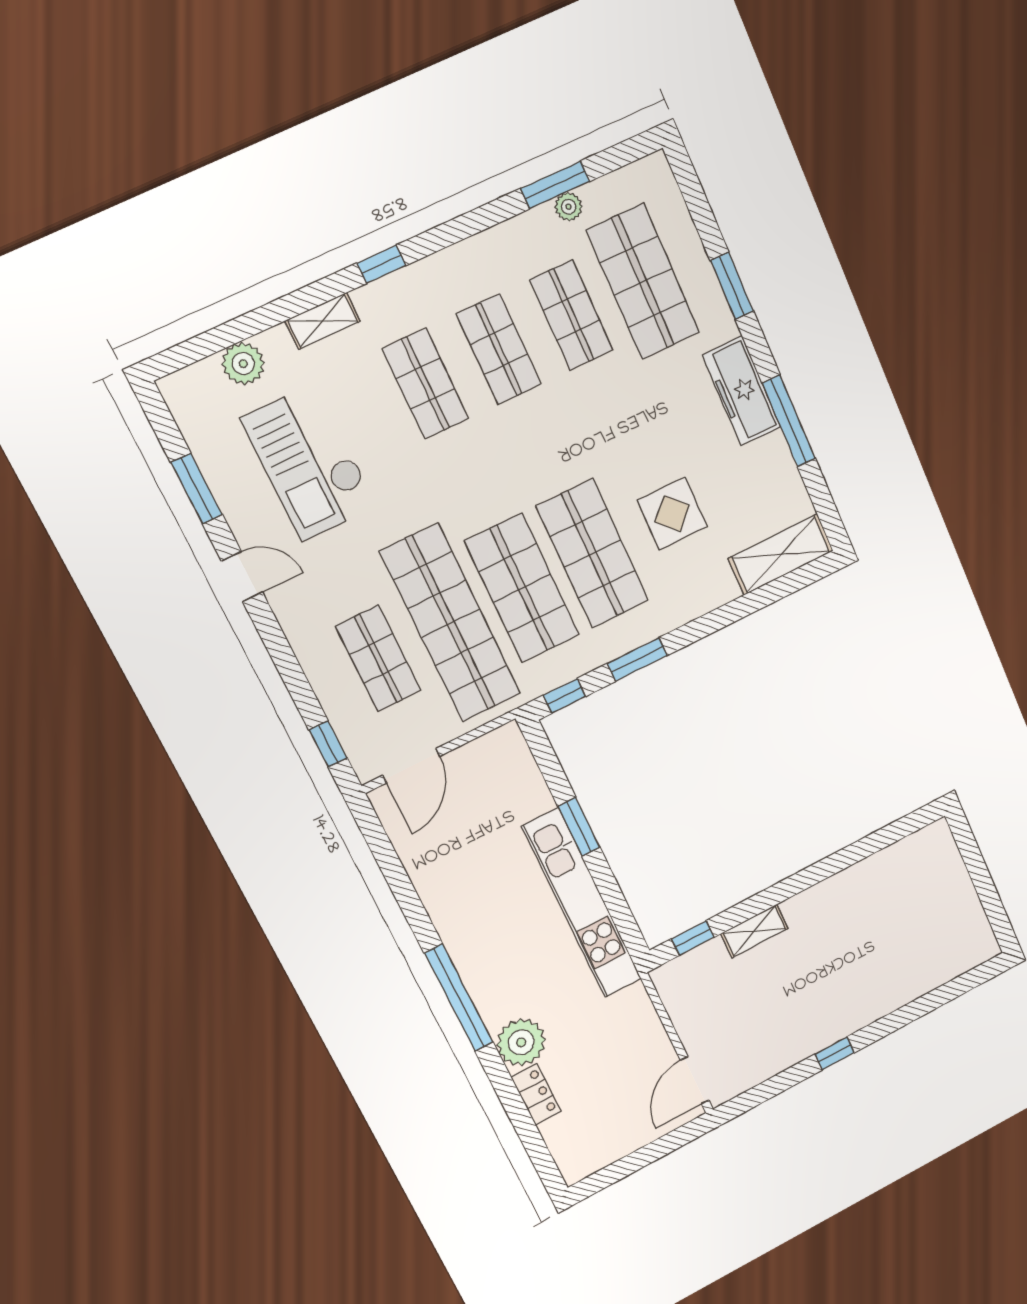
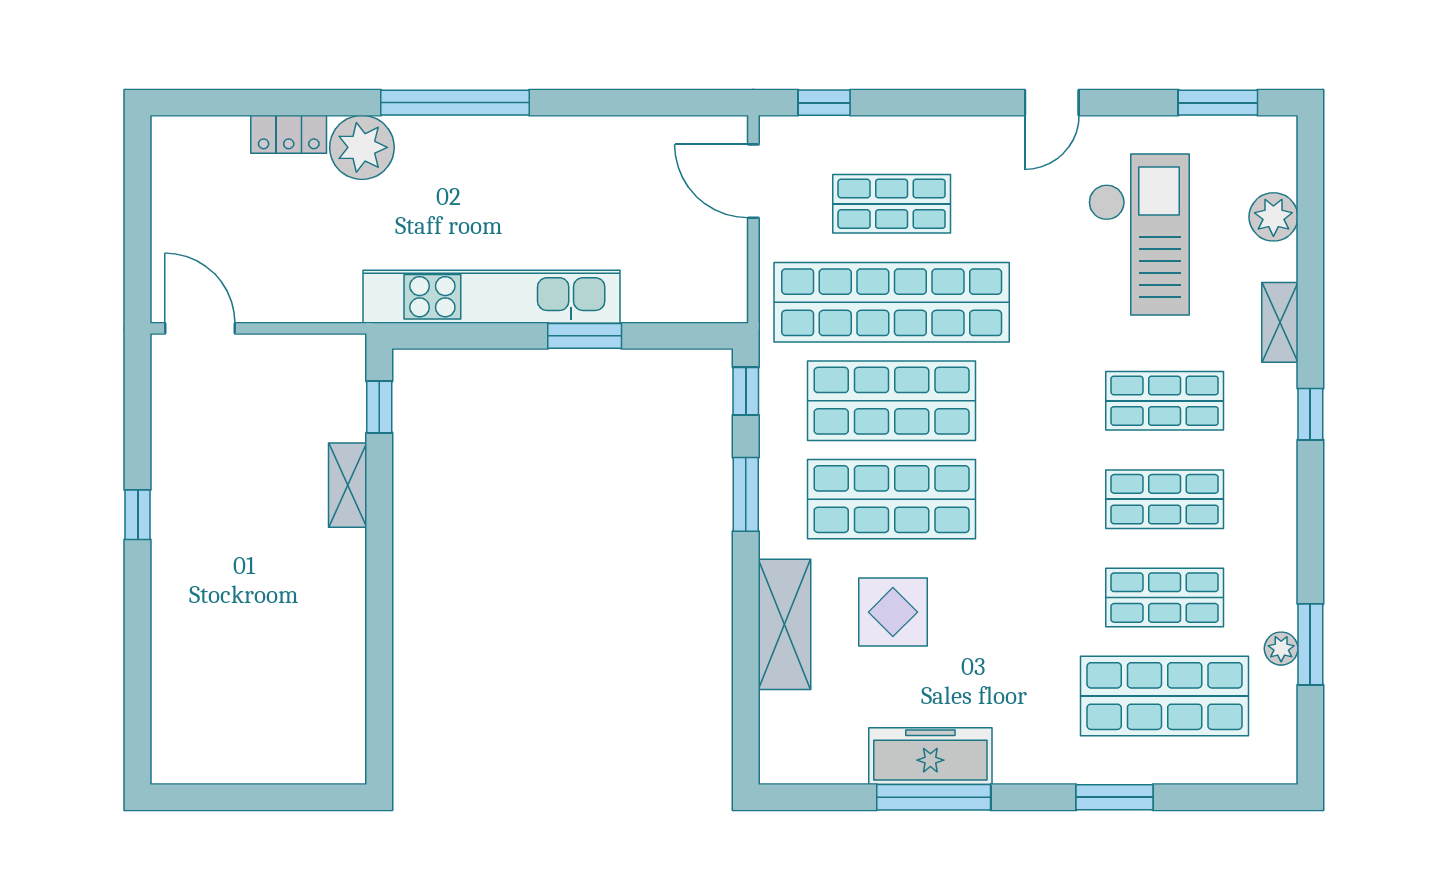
freezer: (742, 391) -> (930, 756), moved
checkout: (309, 462) -> (1139, 235), turned 90
window: (197, 489) -> (1218, 103), moved
shelving: (781, 555) -> (784, 624), moved

